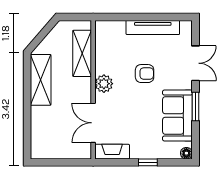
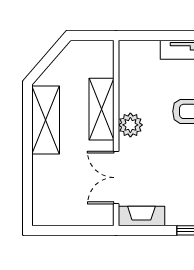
shelving: (82, 53) -> (101, 109), moved

